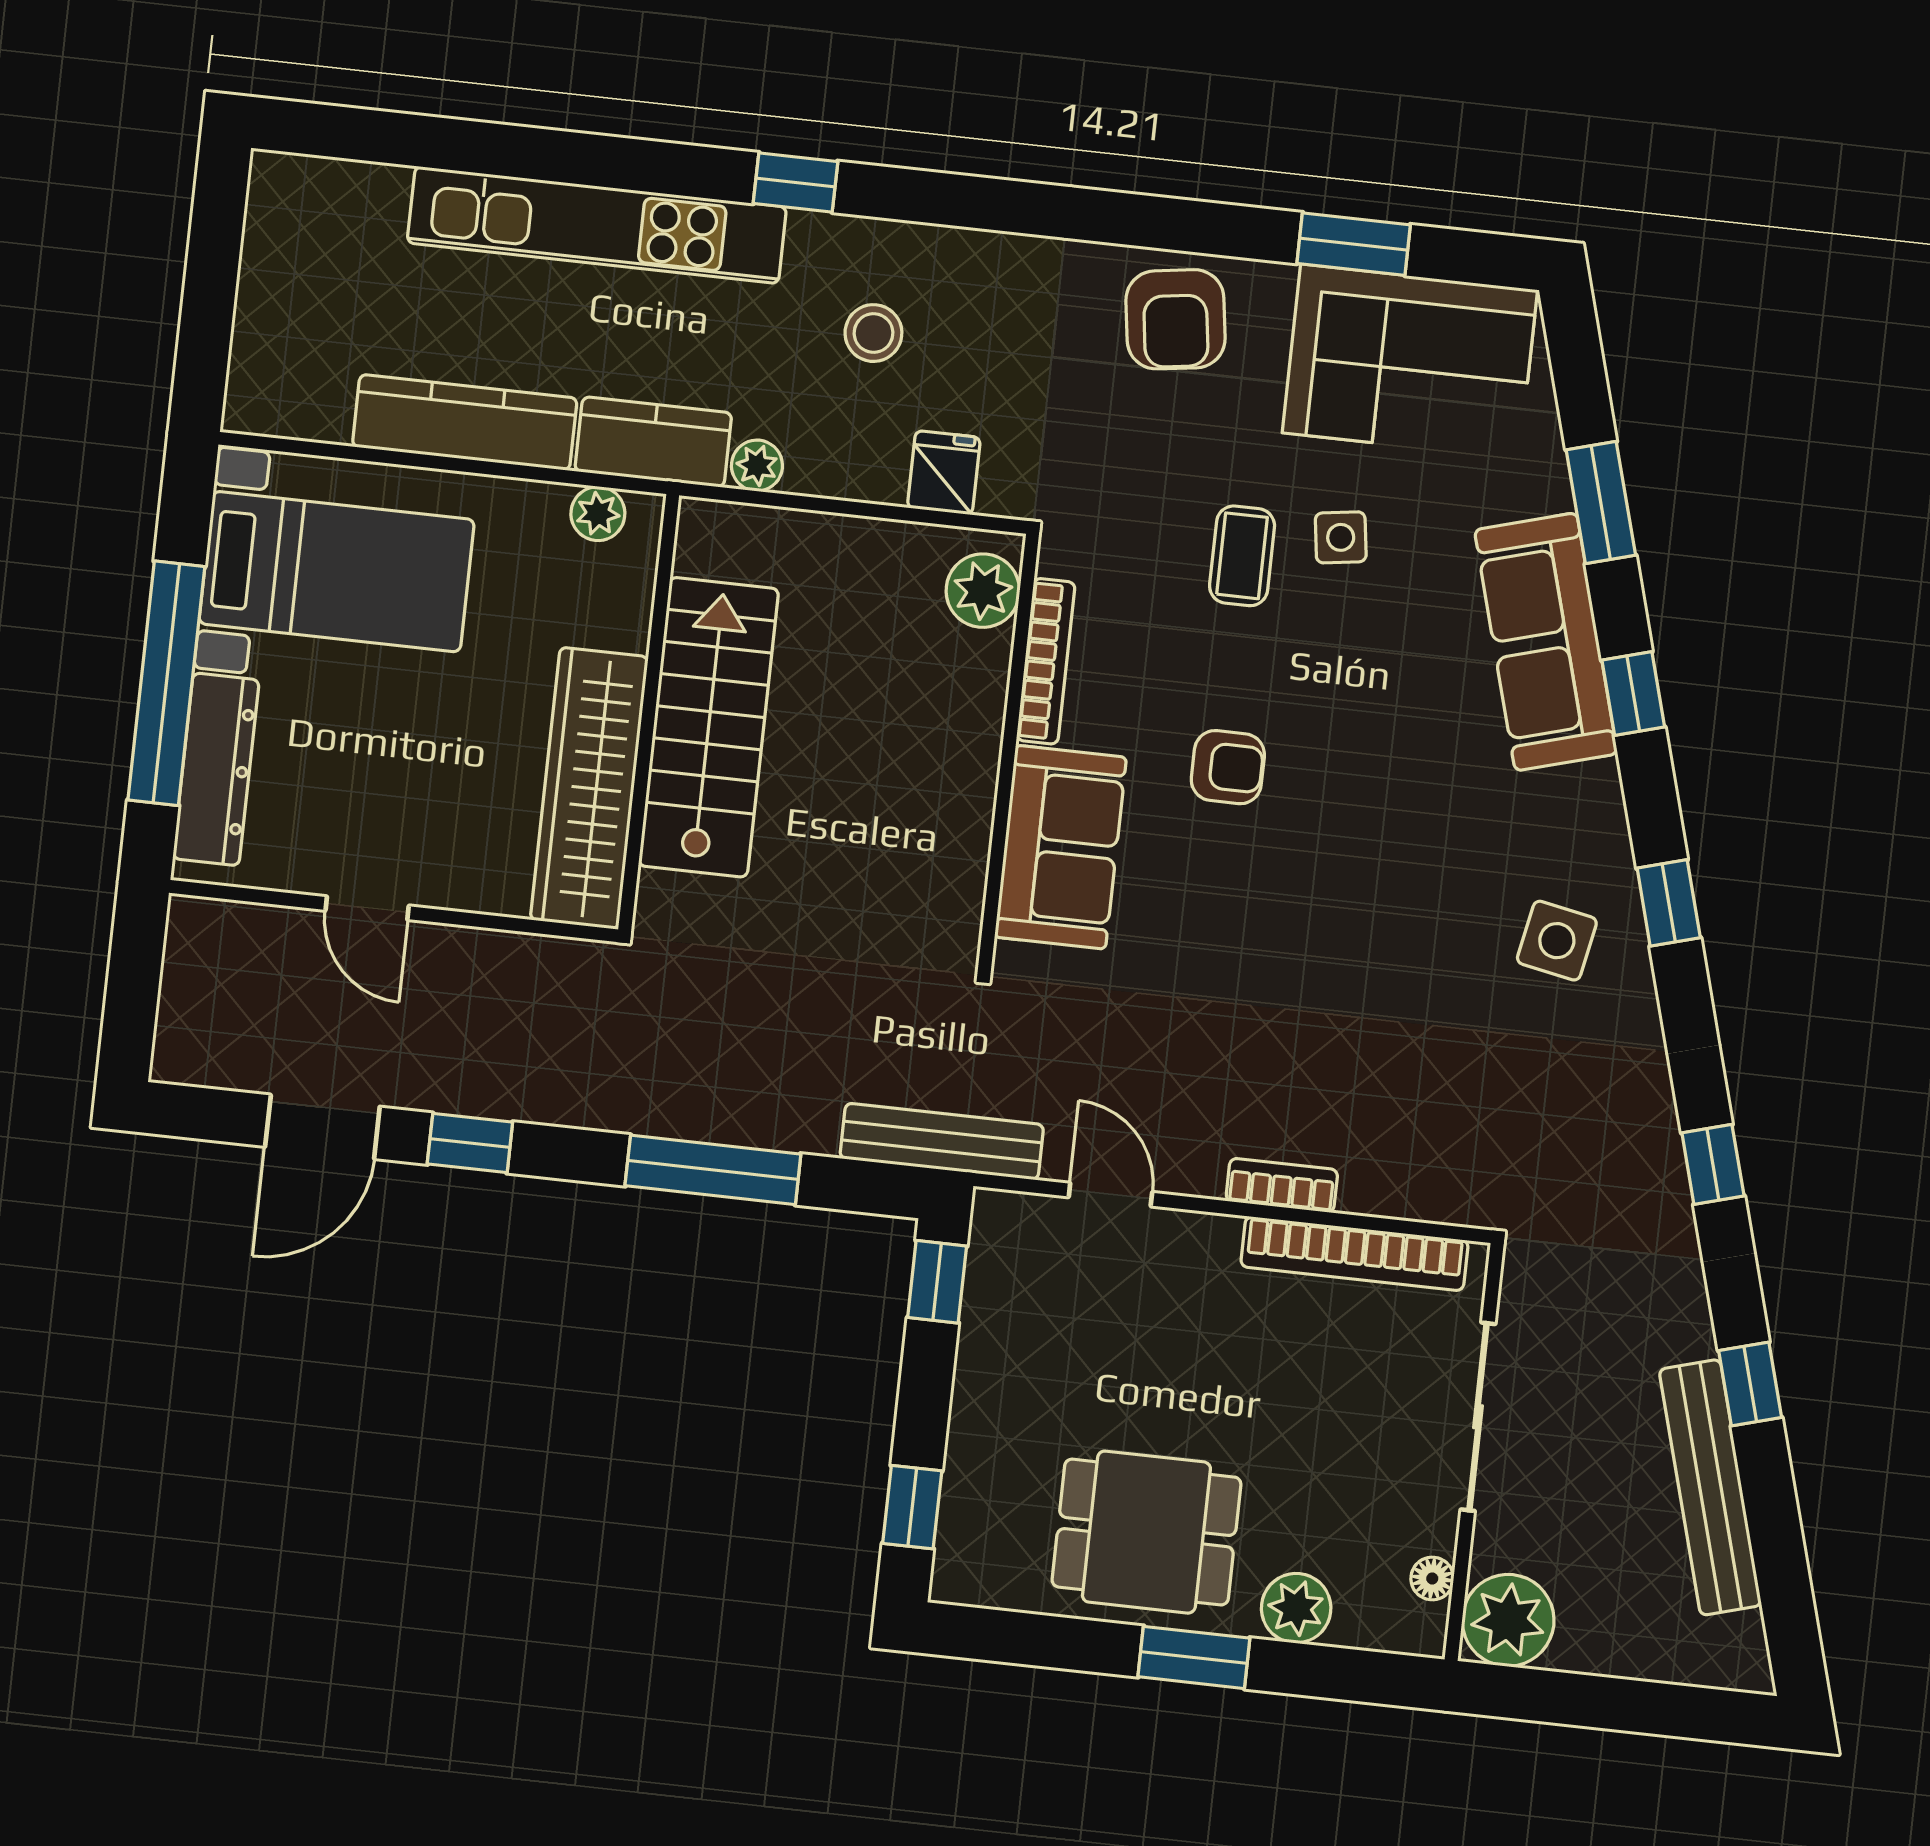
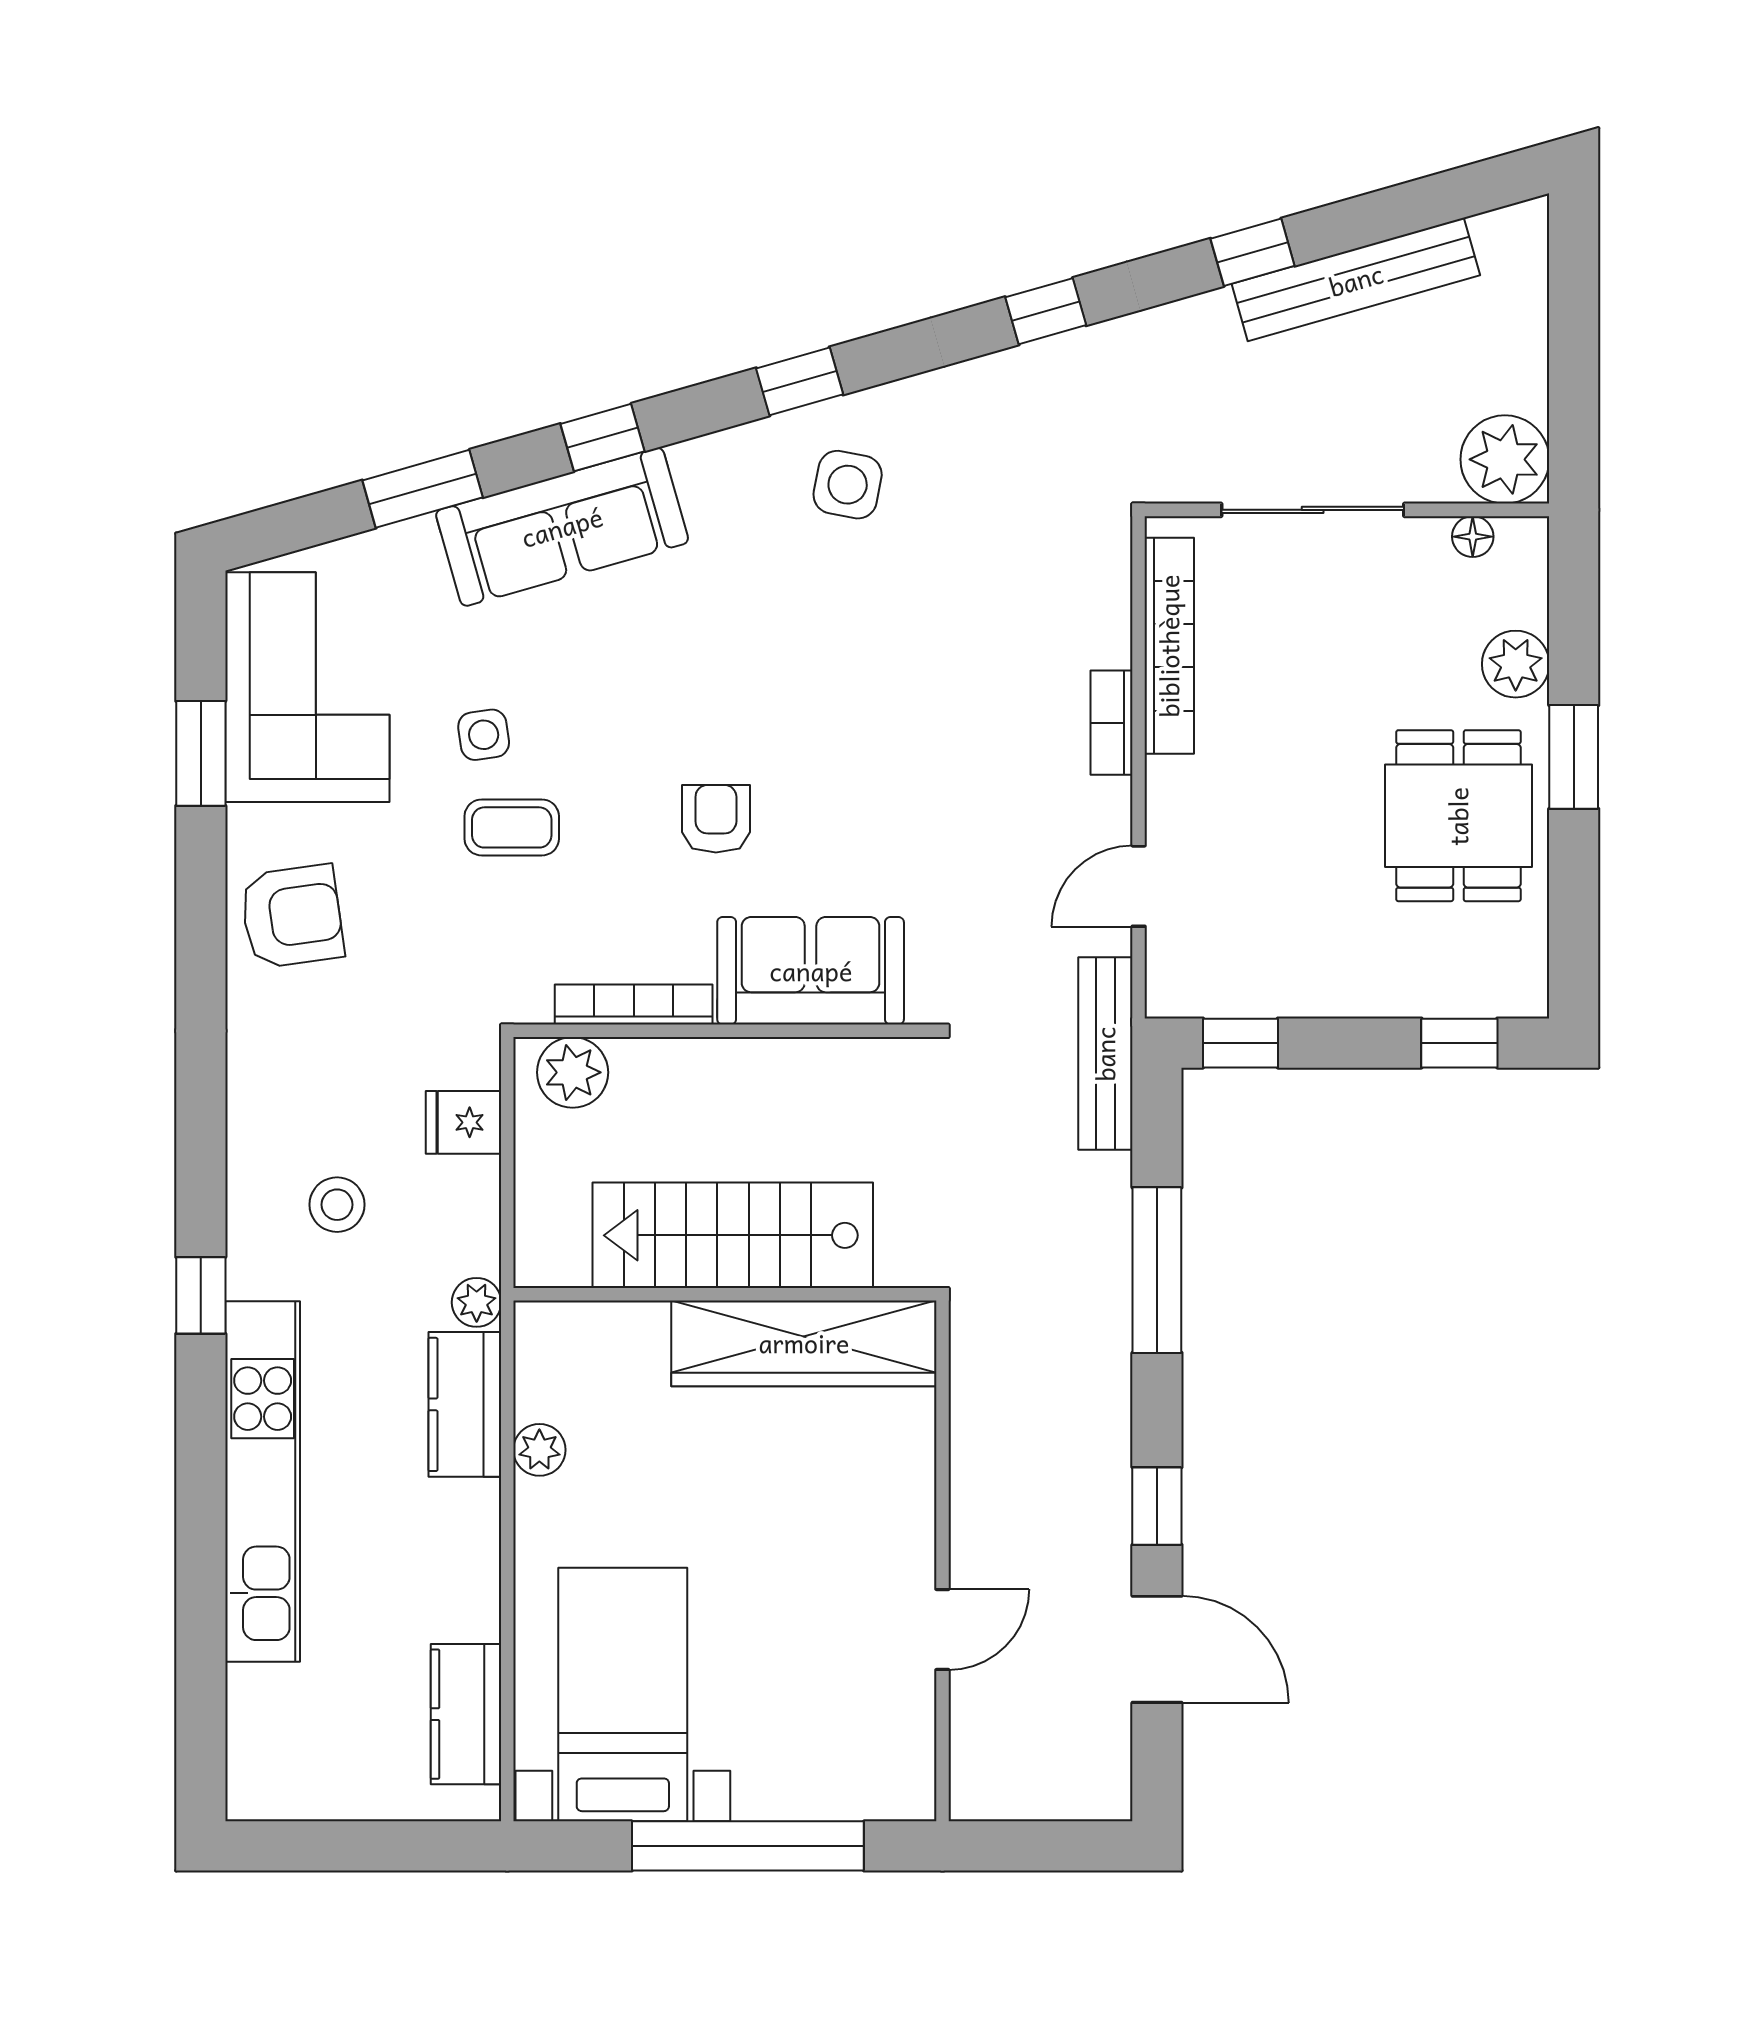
kitchen counter: (465, 422) -> (466, 1714), moved, width x0.67
wall: (649, 712) -> (725, 1294), moved
stairs: (709, 727) -> (733, 1235), moved
dresser: (216, 769) -> (825, 1789), removed
wardrobe: (589, 788) -> (804, 1343), moved

